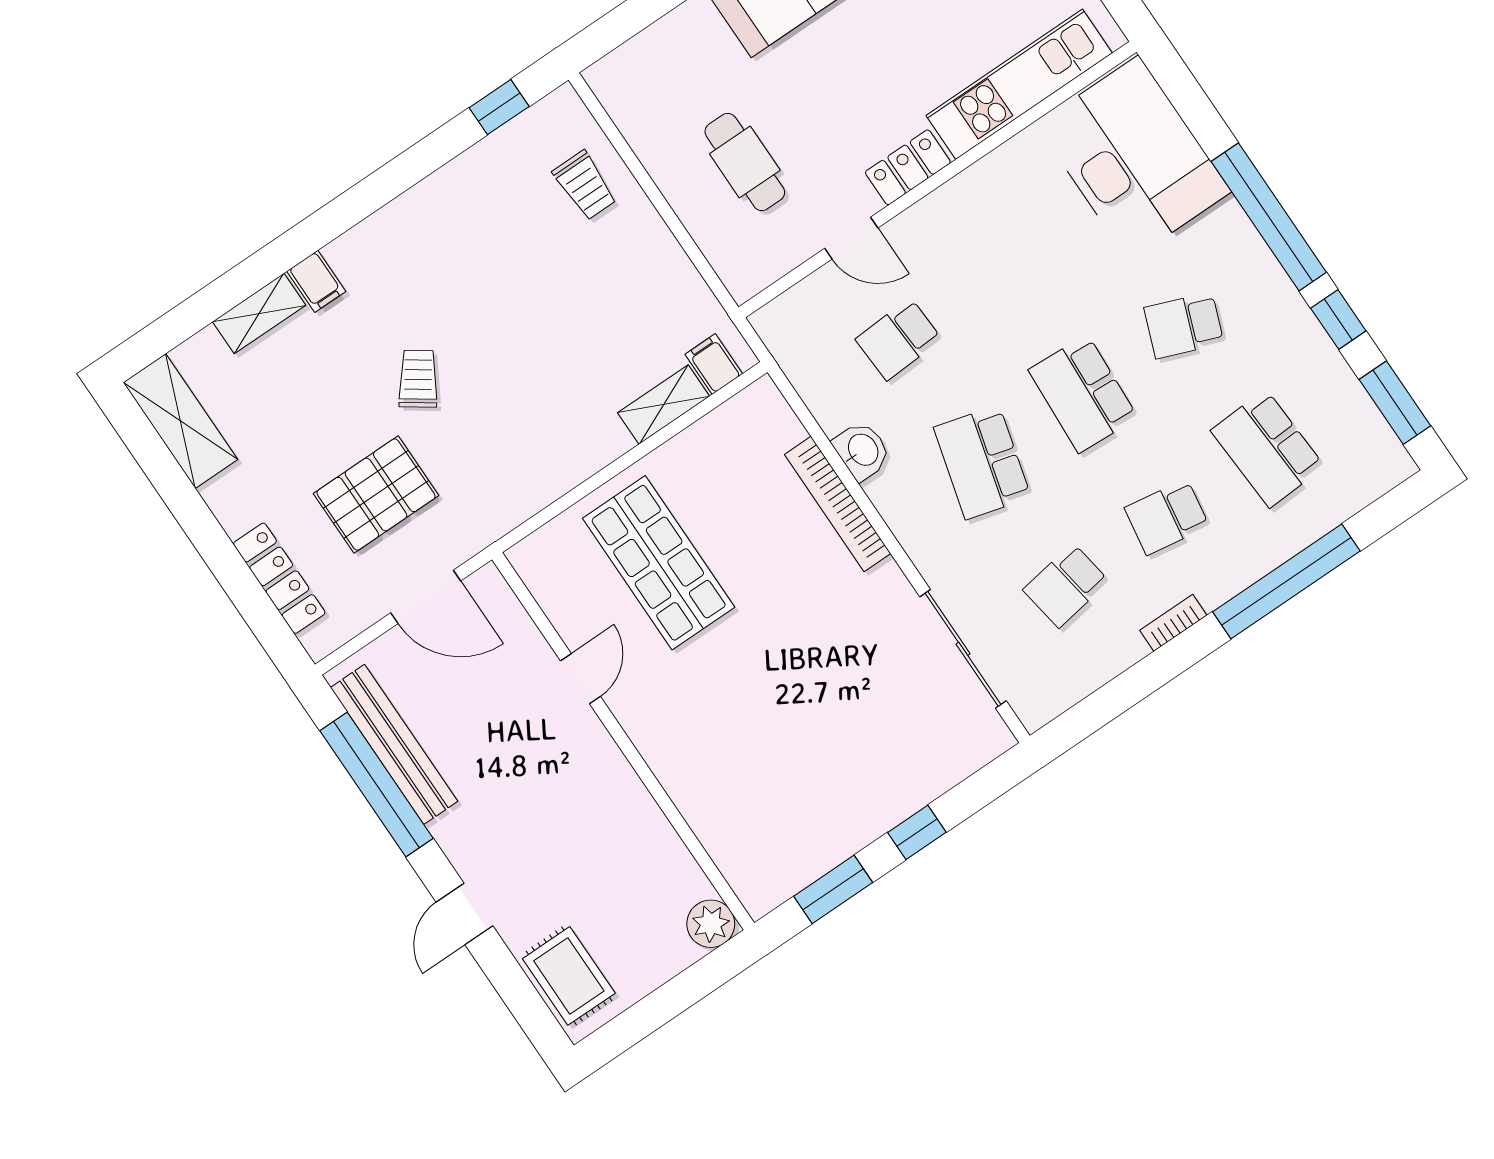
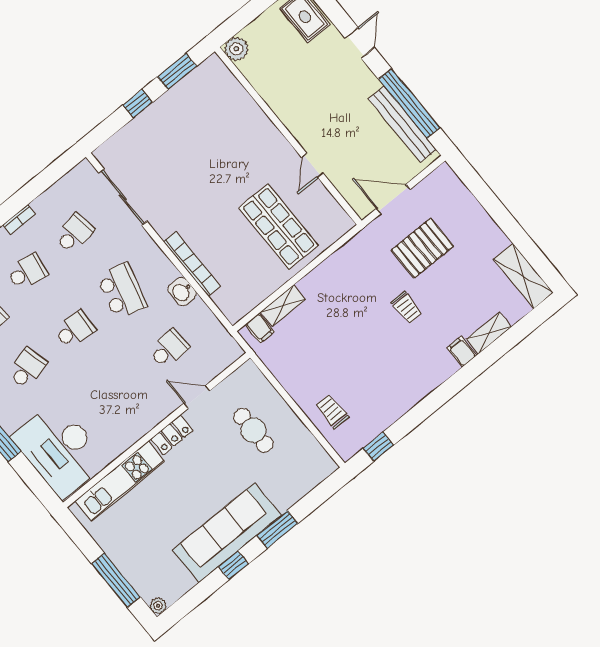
school desk: (1184, 325) -> (27, 368), turned -36
trolley: (418, 379) -> (407, 308), turned -35
school desk: (1083, 394) -> (74, 330), width x0.54
locker: (279, 578) -> (467, 202), removed

